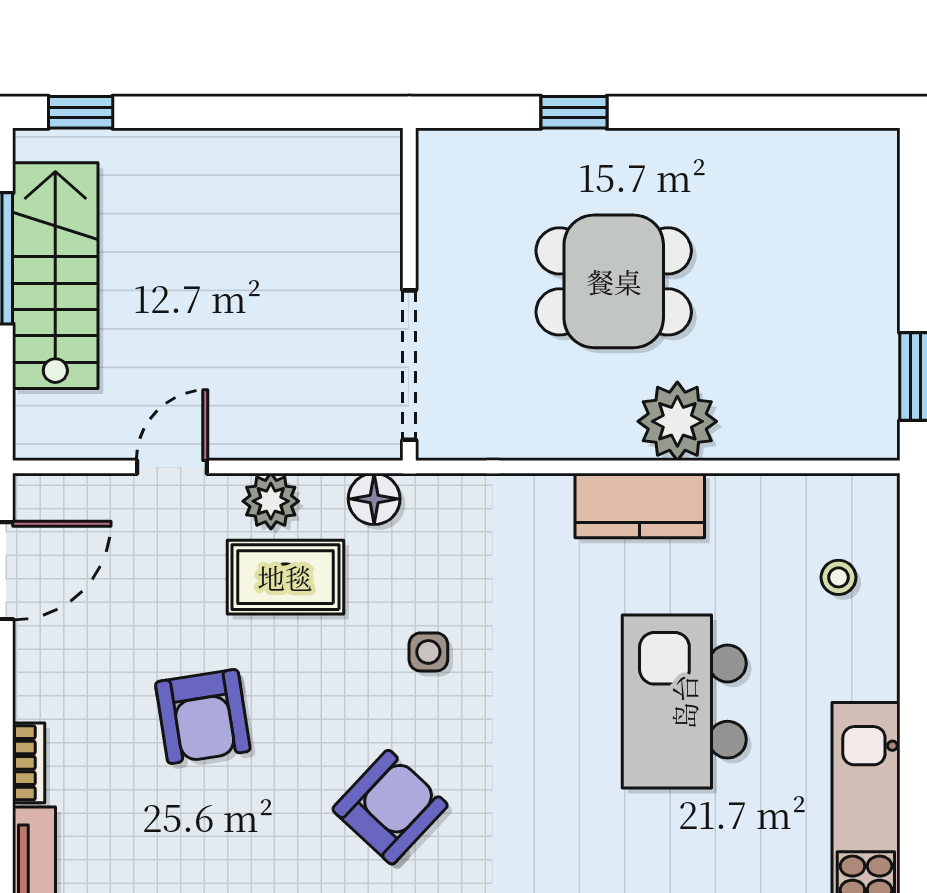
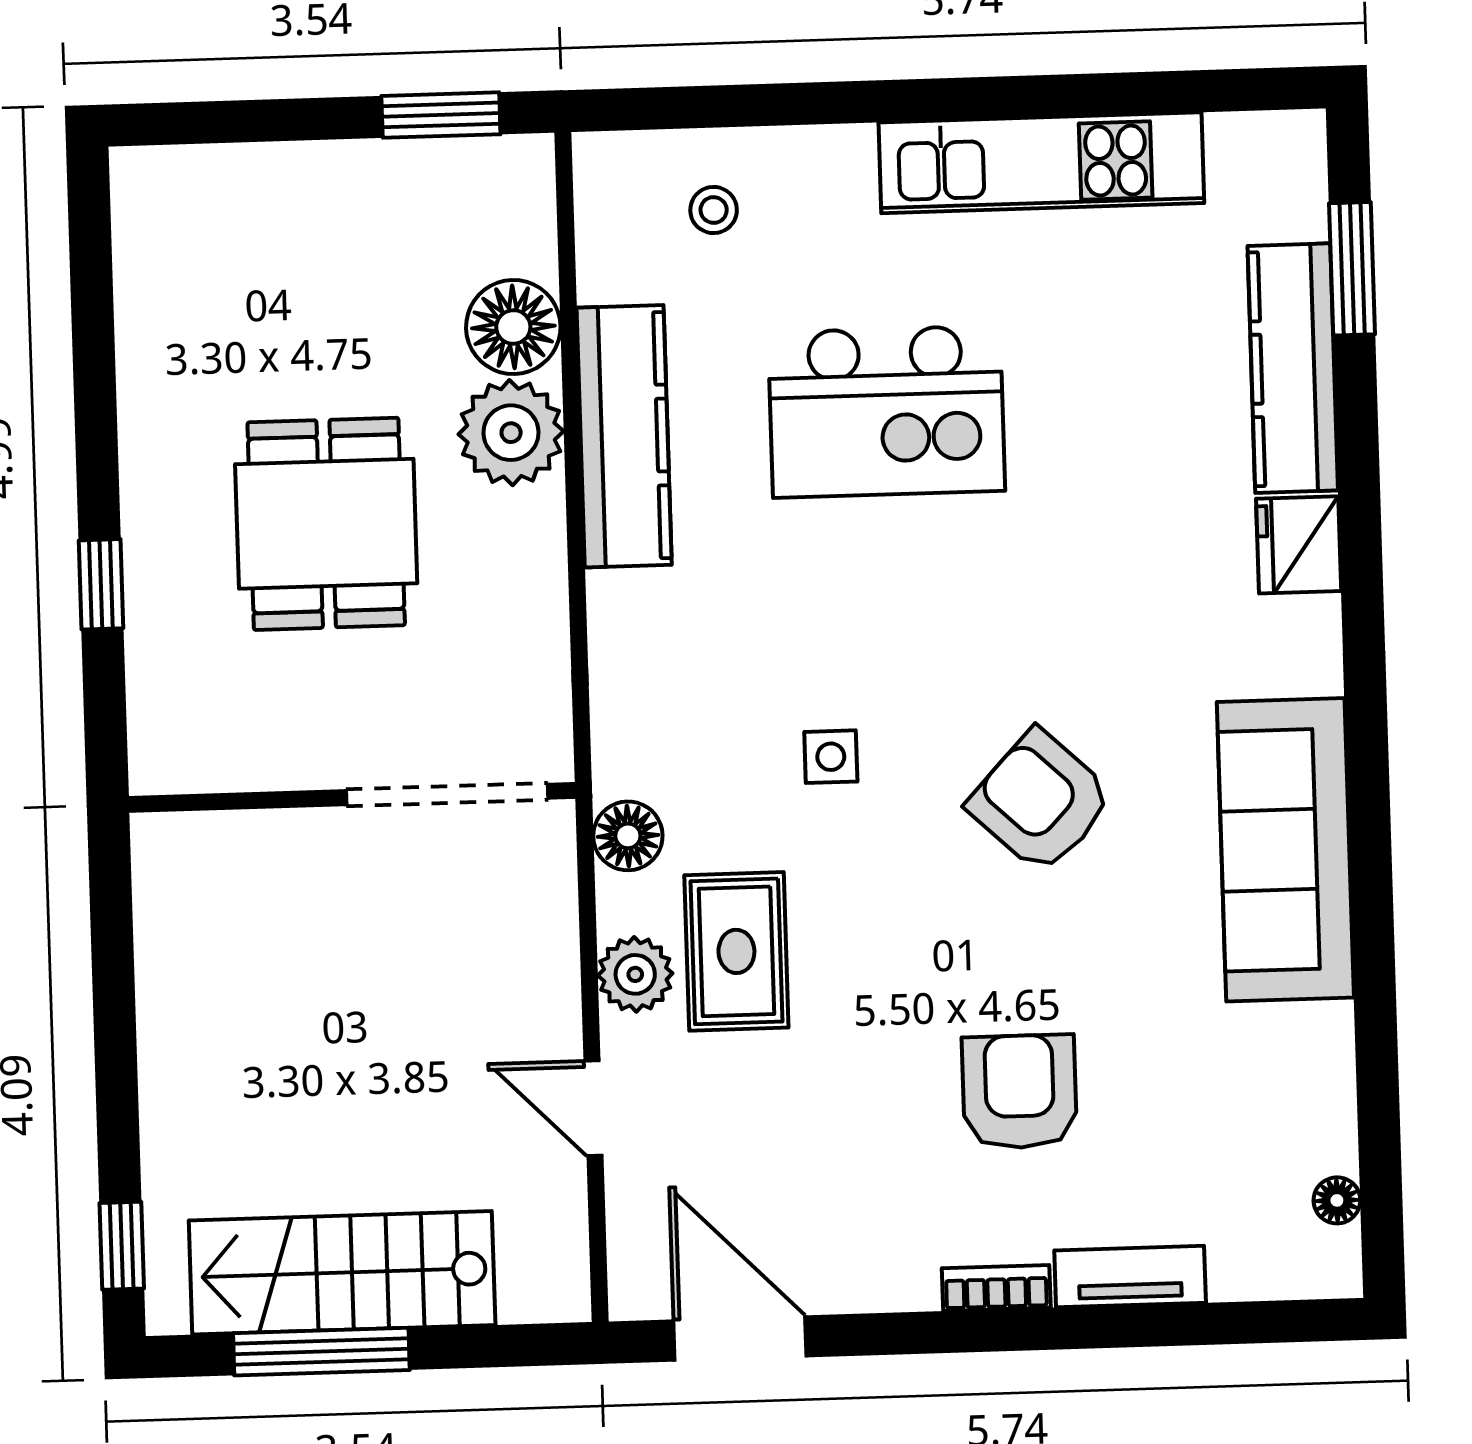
floor lamp: (756, 425) -> (513, 327), added
kitchen counter: (640, 506) -> (624, 436), width x1.50
armchair: (203, 717) -> (1020, 1092), moved, turned -81

